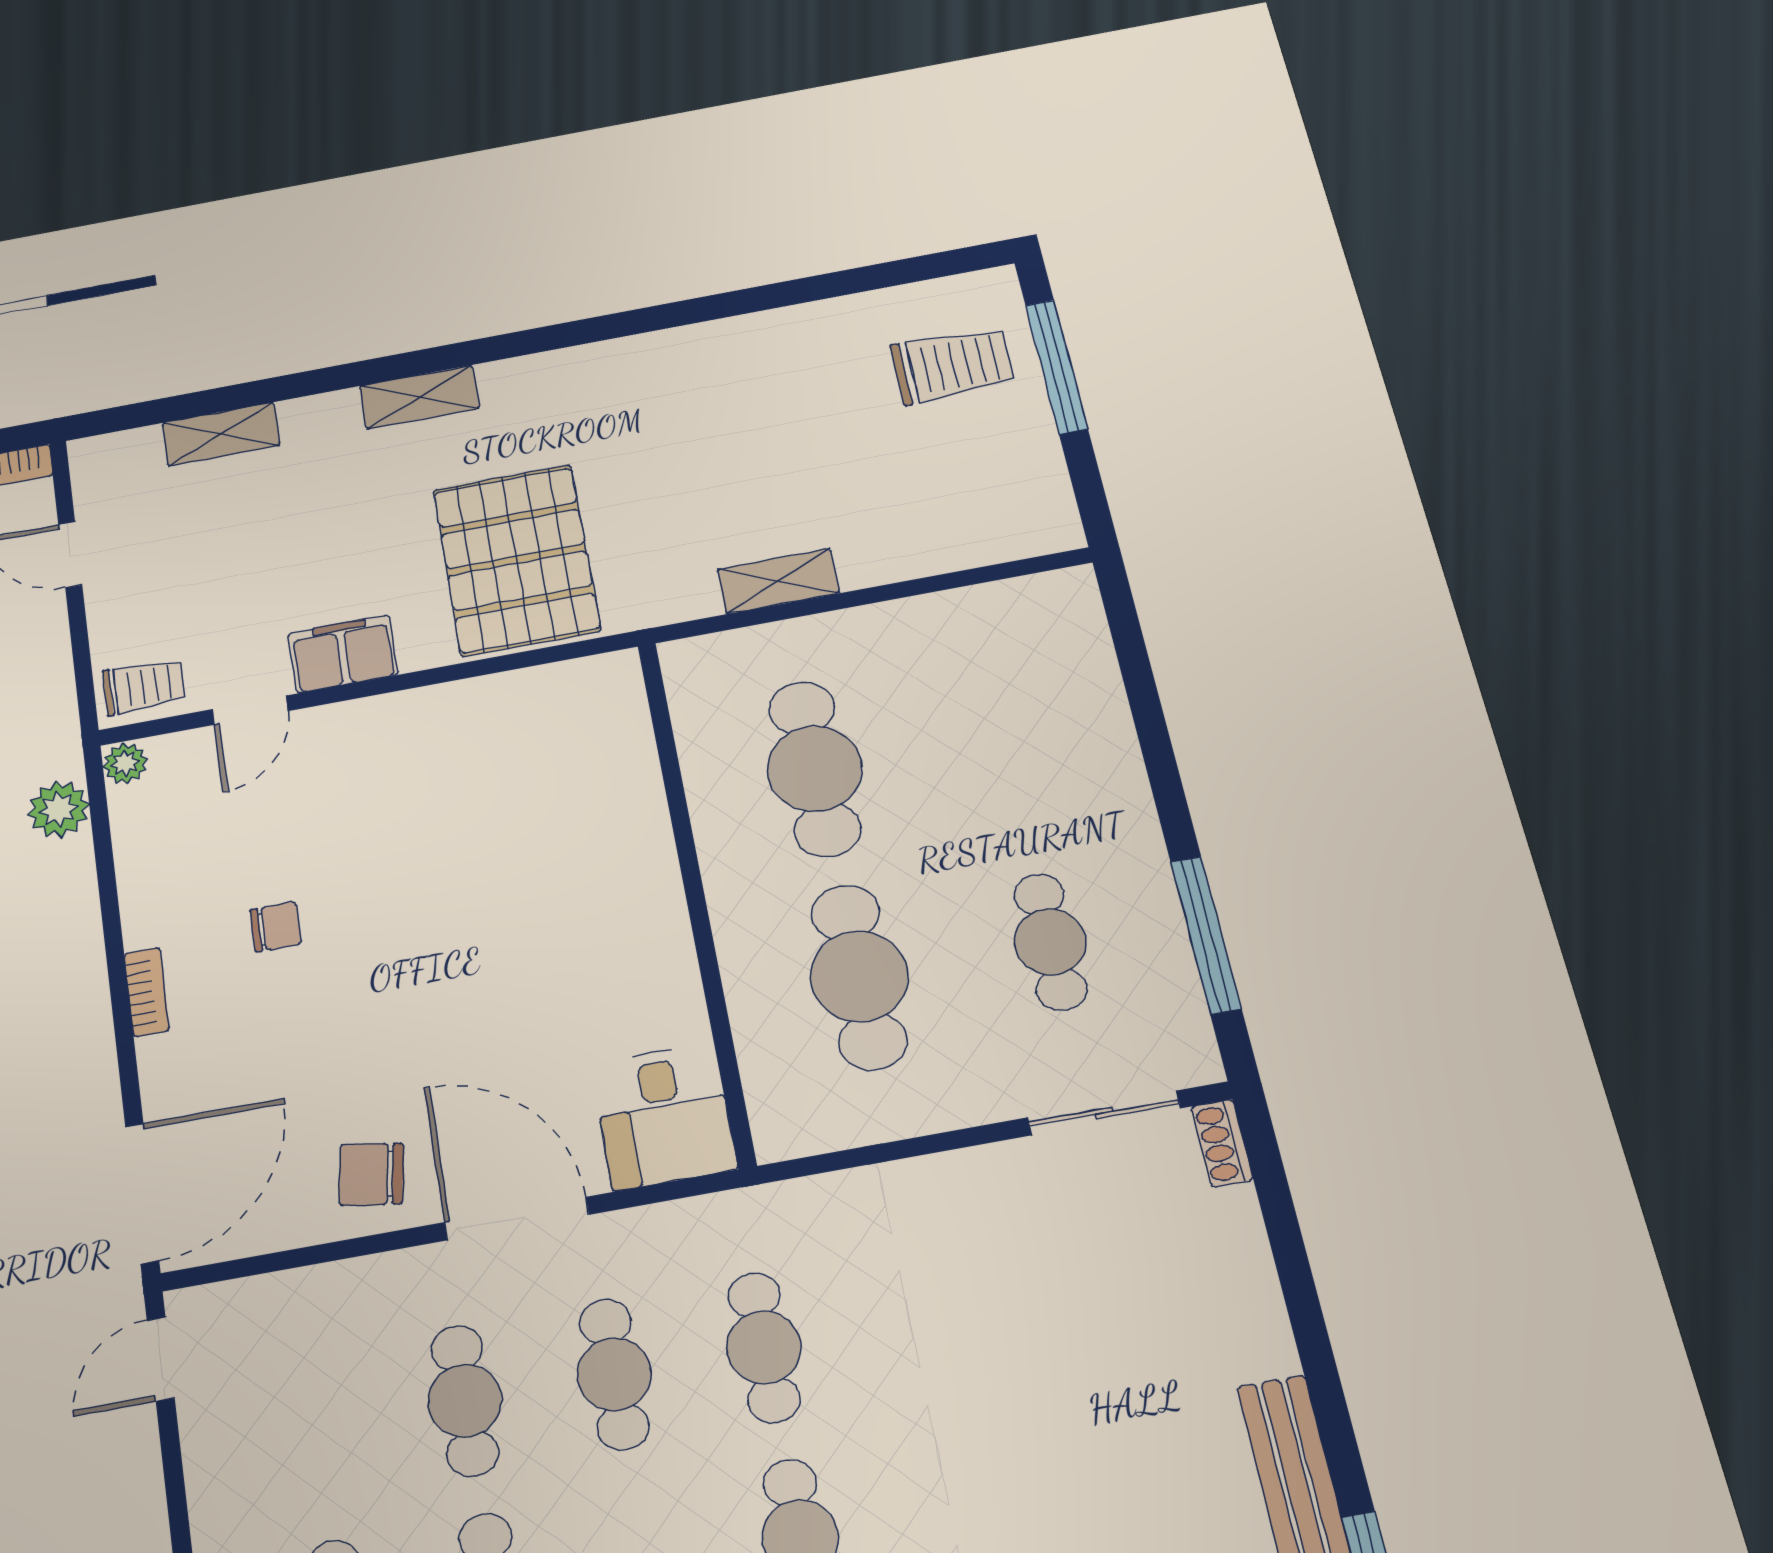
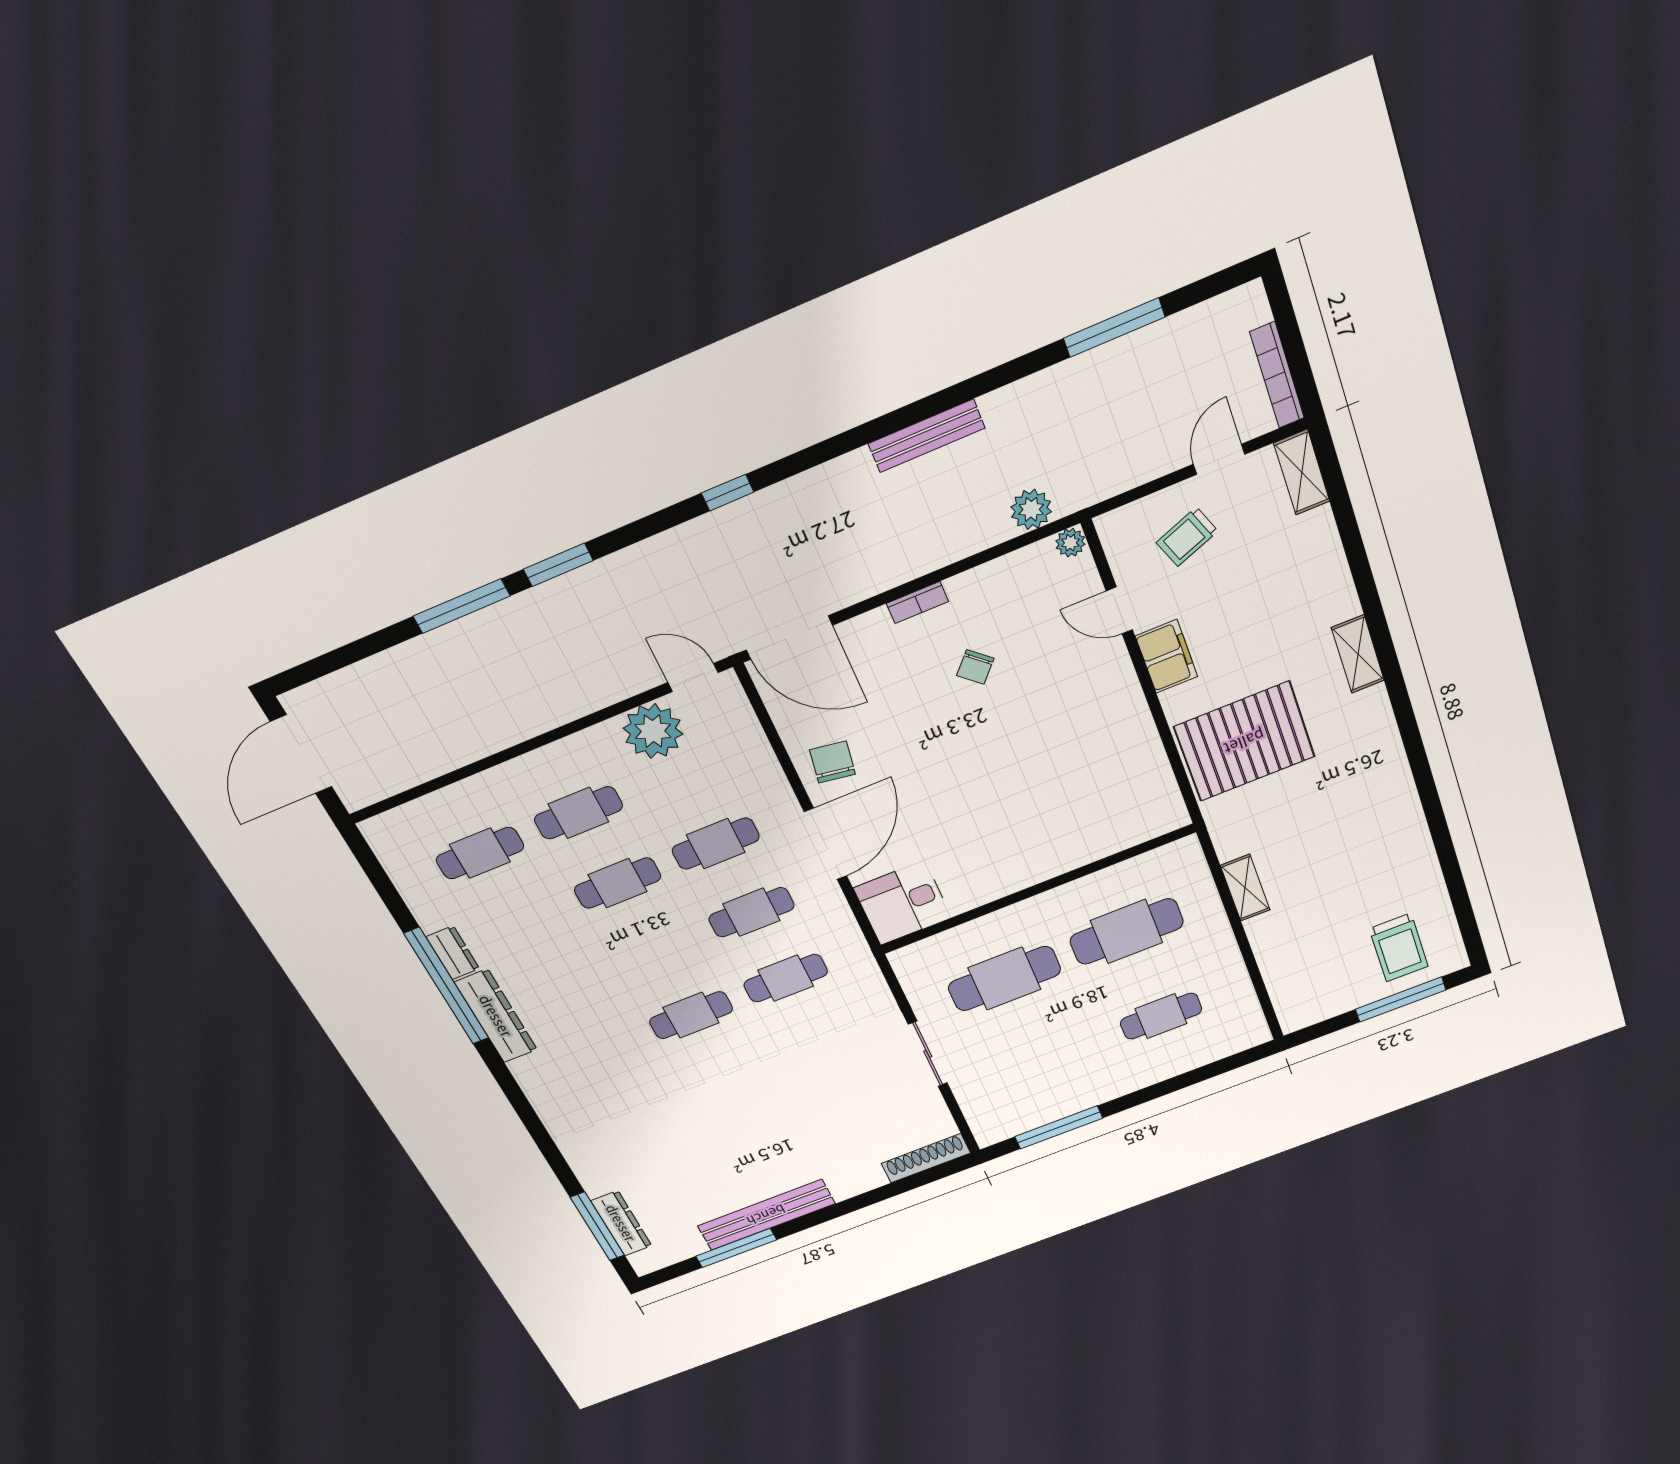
shelving: (221, 434) -> (1302, 472), moved
trolley: (144, 686) -> (1187, 537), moved, turned 69
chair: (276, 927) -> (975, 667), turned 42
cafe table: (1050, 942) -> (1161, 1016), moved
sliding door: (1104, 1113) -> (928, 1054), moved
shoe rack: (1222, 1143) -> (926, 1158), width x1.94, depth x1.24
plant: (232, 1449) -> (653, 731), added

